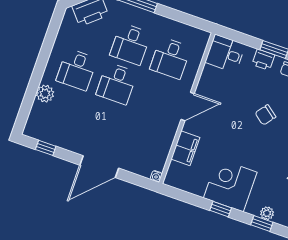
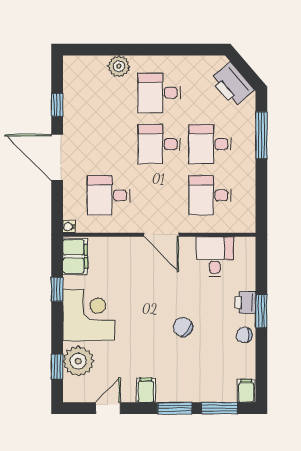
desk: (225, 54) -> (215, 257), moved
desk: (143, 137) -> (109, 195), added
window: (46, 148) -> (57, 105), moved
filing cabinet: (185, 148) -> (75, 256), moved, turned -90
window: (221, 209) -> (57, 289), moved
plant: (267, 213) -> (78, 361), width x1.87, depth x1.87

